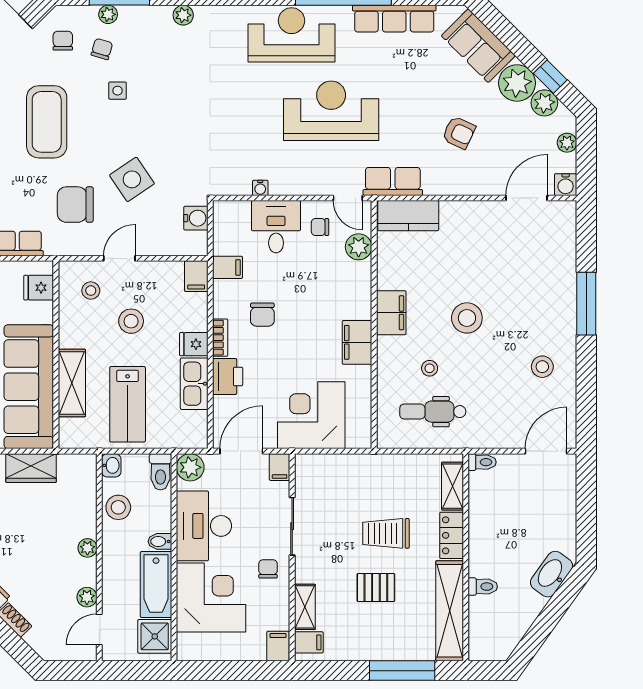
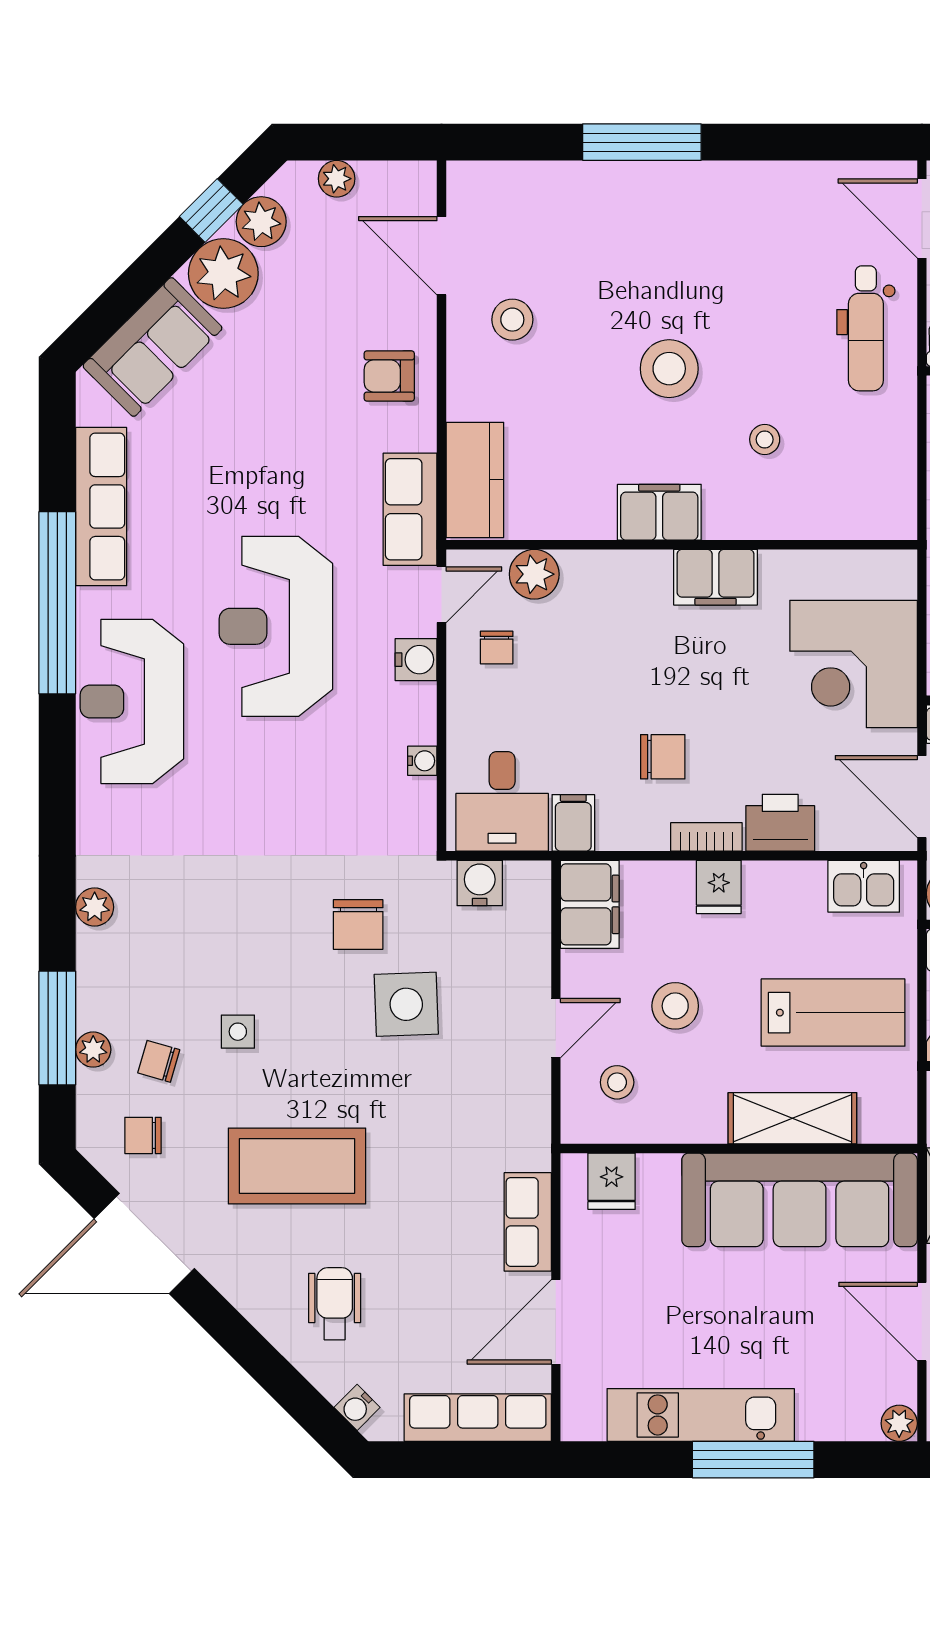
armchair: (459, 133) -> (389, 376), moved, turned -115
side table: (132, 179) -> (406, 1004), turned 32
water cooler: (566, 185) -> (416, 660), moved
chair: (75, 205) -> (358, 924), moved, width x0.73, depth x0.73
desk: (276, 227) -> (502, 801), moved, turned -90
door: (119, 258) -> (556, 1028), swing flipped
filing cabinet: (196, 276) -> (590, 904), width x2.00
stool: (542, 367) -> (512, 320), moved
kitchen sink: (194, 384) -> (864, 886), moved, width x0.73
dental chair: (433, 412) -> (866, 328), moved

